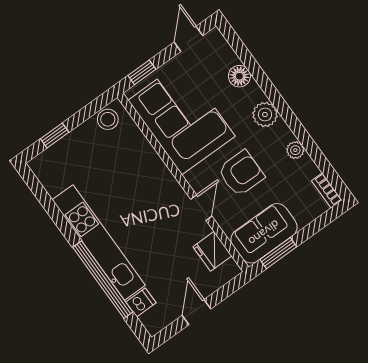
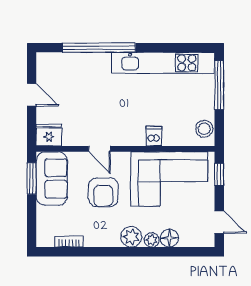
window: (55, 135) -> (219, 85), width x2.17
plant: (295, 150) -> (152, 240), moved
bookcase: (327, 190) -> (69, 242), moved
kitchen unit: (99, 243) -> (163, 63), moved
fridge: (212, 251) -> (49, 135), moved
dishwasher: (141, 302) -> (154, 136), moved, turned 180

